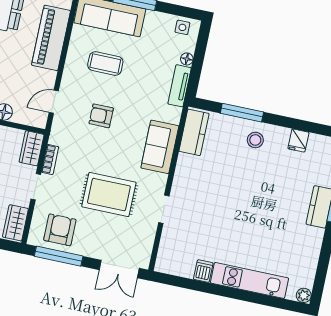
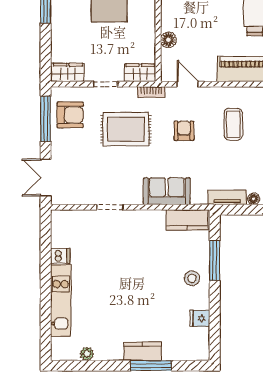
bookcase: (50, 159) -> (151, 92), moved
rug: (109, 195) -> (126, 129), moved, turned 90
plant: (304, 295) -> (87, 354), moved

